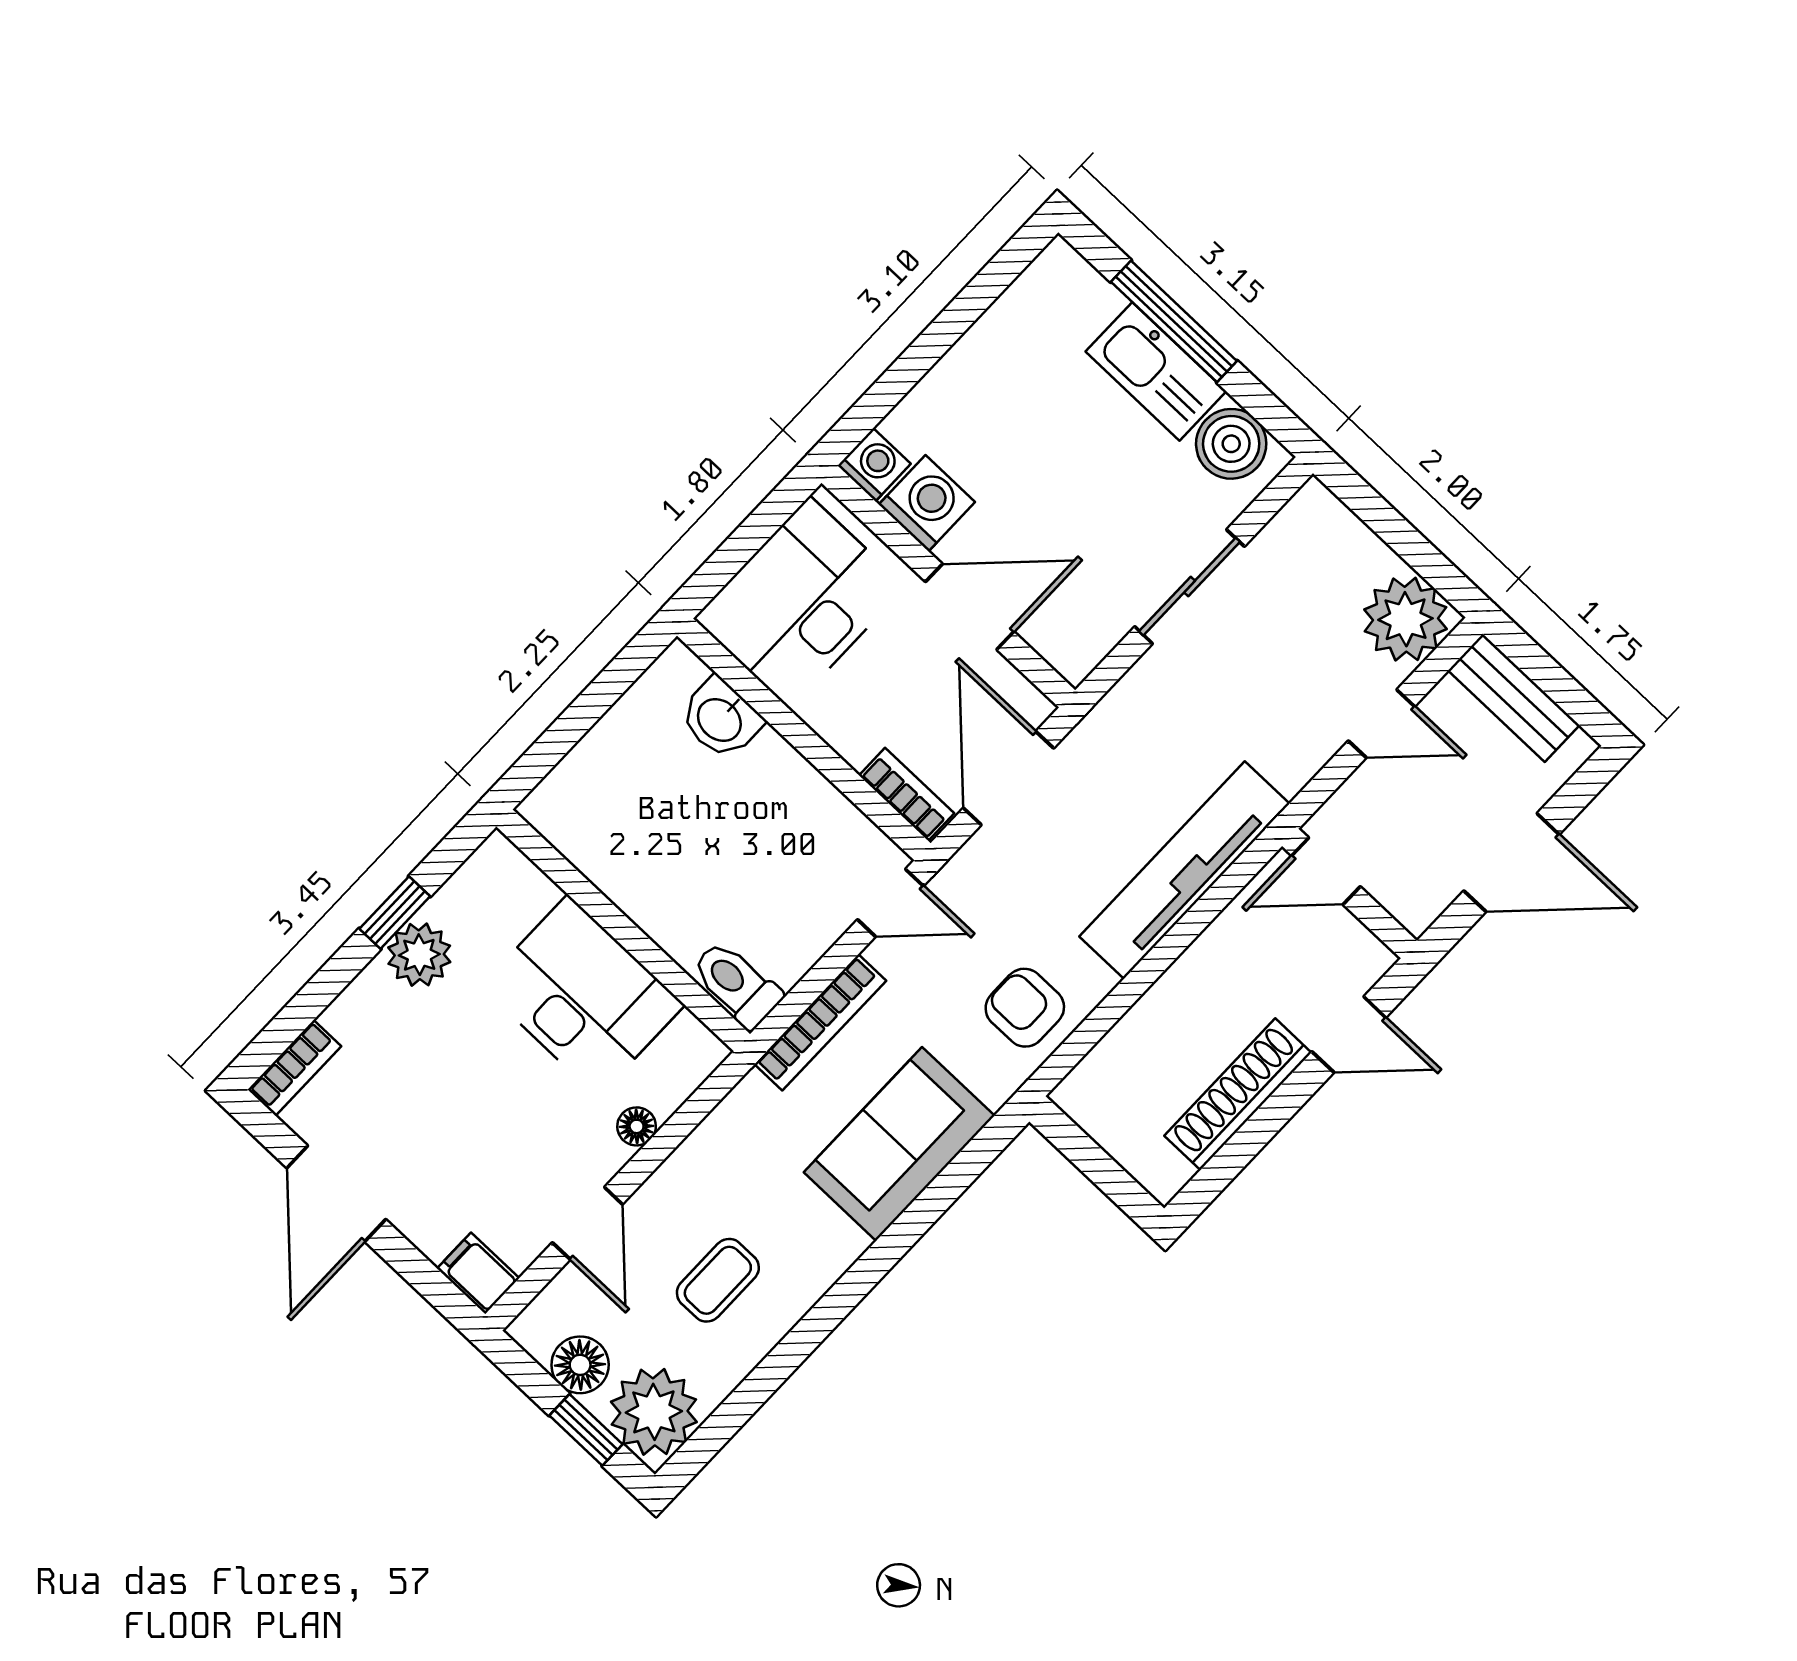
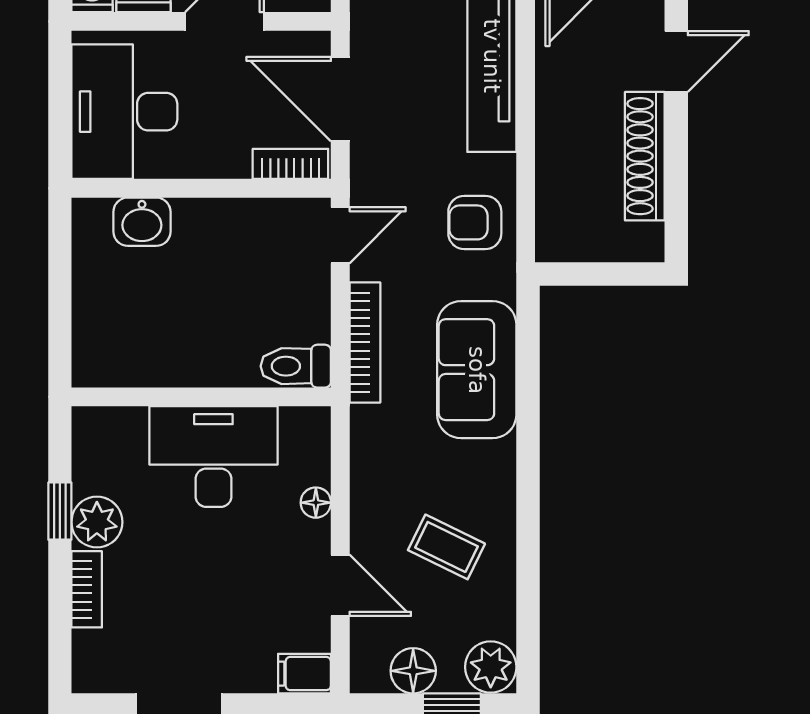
bookcase: (294, 1068) -> (87, 589), moved
coffee table: (718, 1280) -> (446, 547), turned -64
plant: (654, 1412) -> (491, 667), width x0.73, depth x0.73

